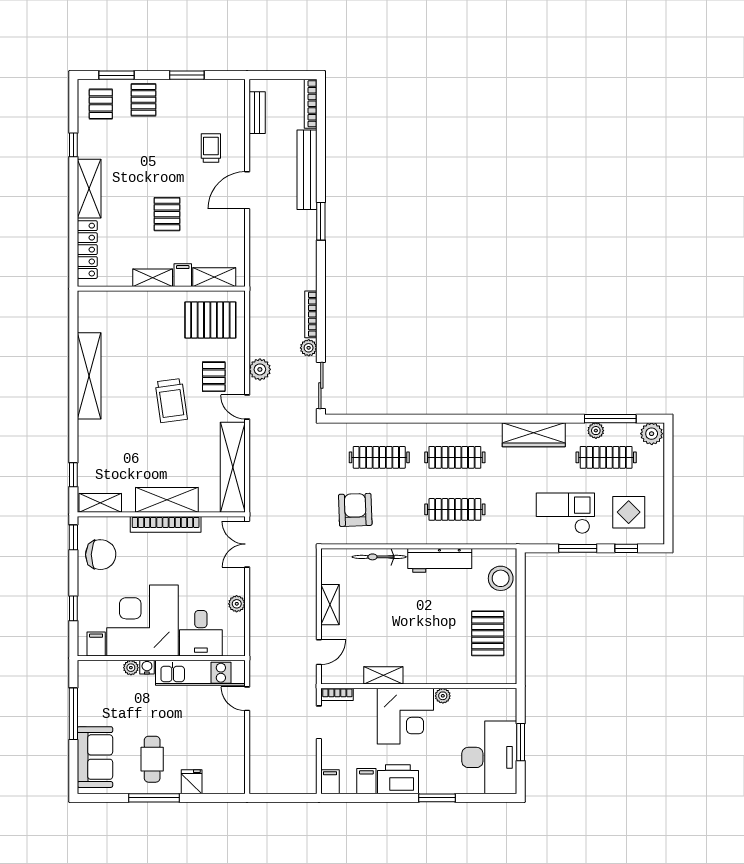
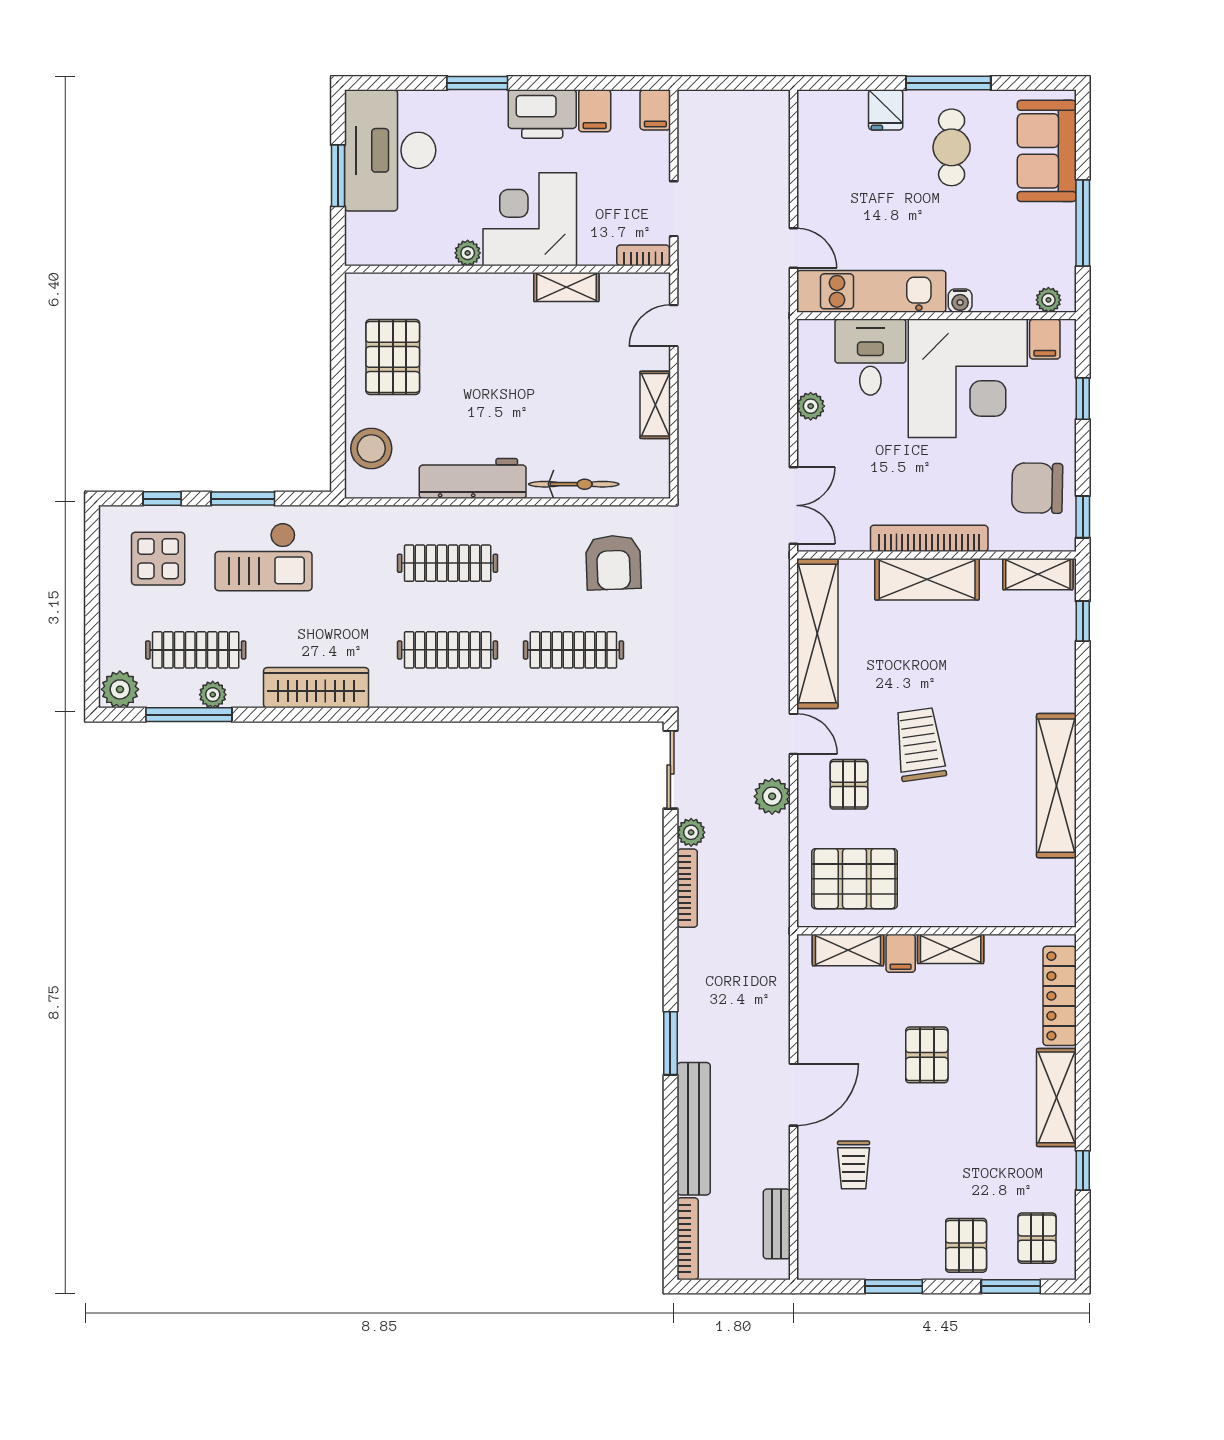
plant: (131, 668) -> (1048, 300), moved

